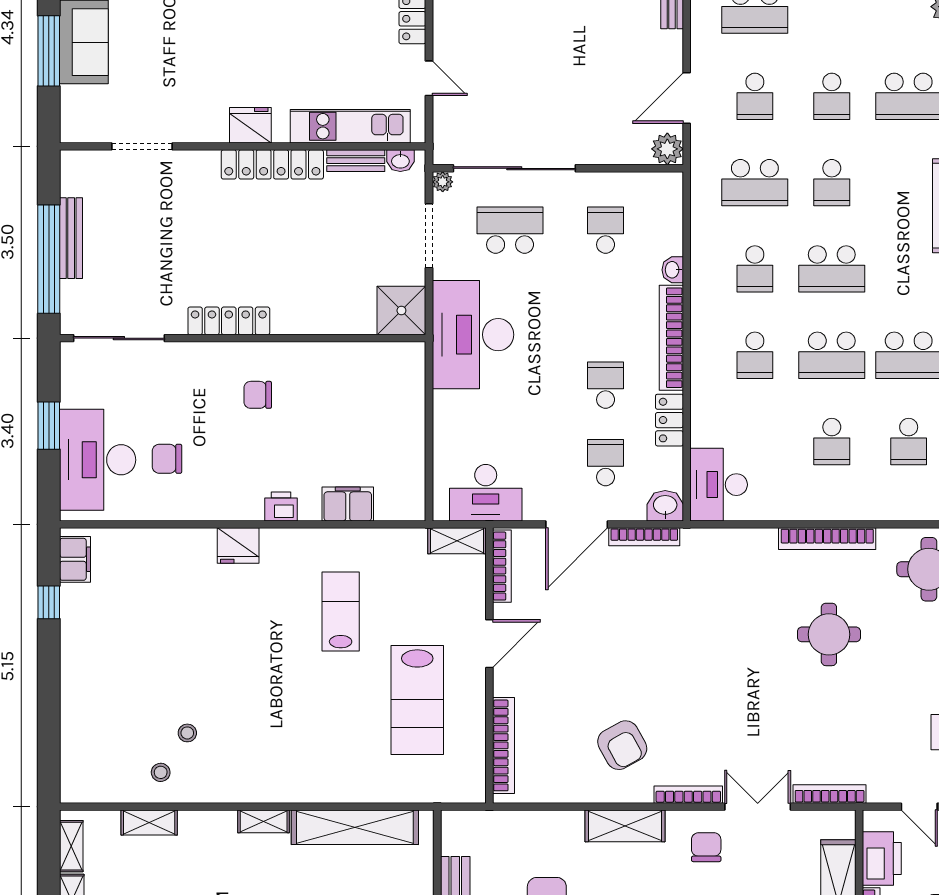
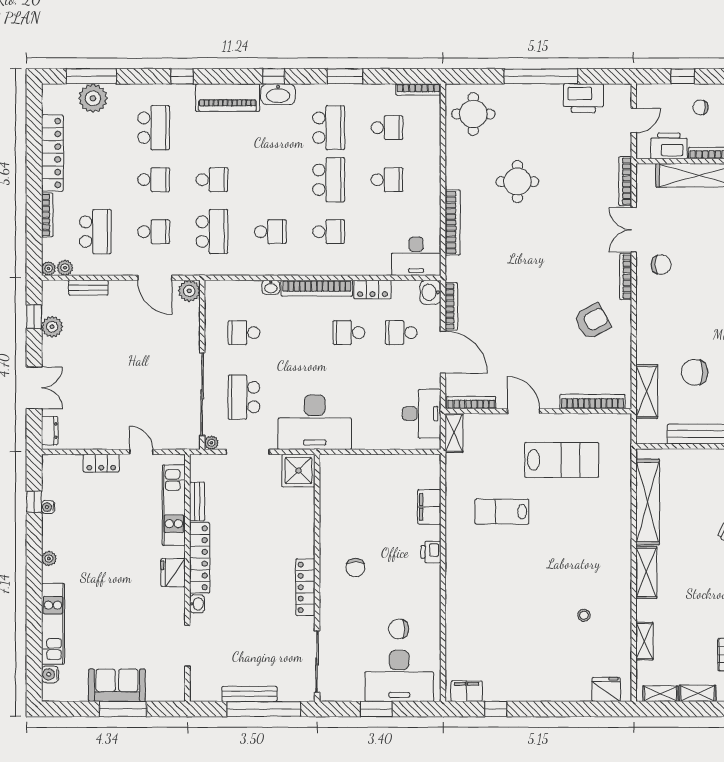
door: (429, 78) -> (141, 452), hinge flipped
washbasin: (400, 161) -> (197, 604), moved
school desk: (832, 269) -> (270, 180), removed
chair: (167, 459) -> (399, 629), turned 90
bookcase: (827, 539) -> (453, 222), moved
fridge: (238, 546) -> (606, 689), moved, turned -90
stool: (161, 772) -> (611, 633), removed
shelving: (264, 821) -> (646, 572), width x1.50, depth x1.33
shelving: (625, 826) -> (647, 391), moved
chair: (706, 847) -> (661, 265), turned 180

